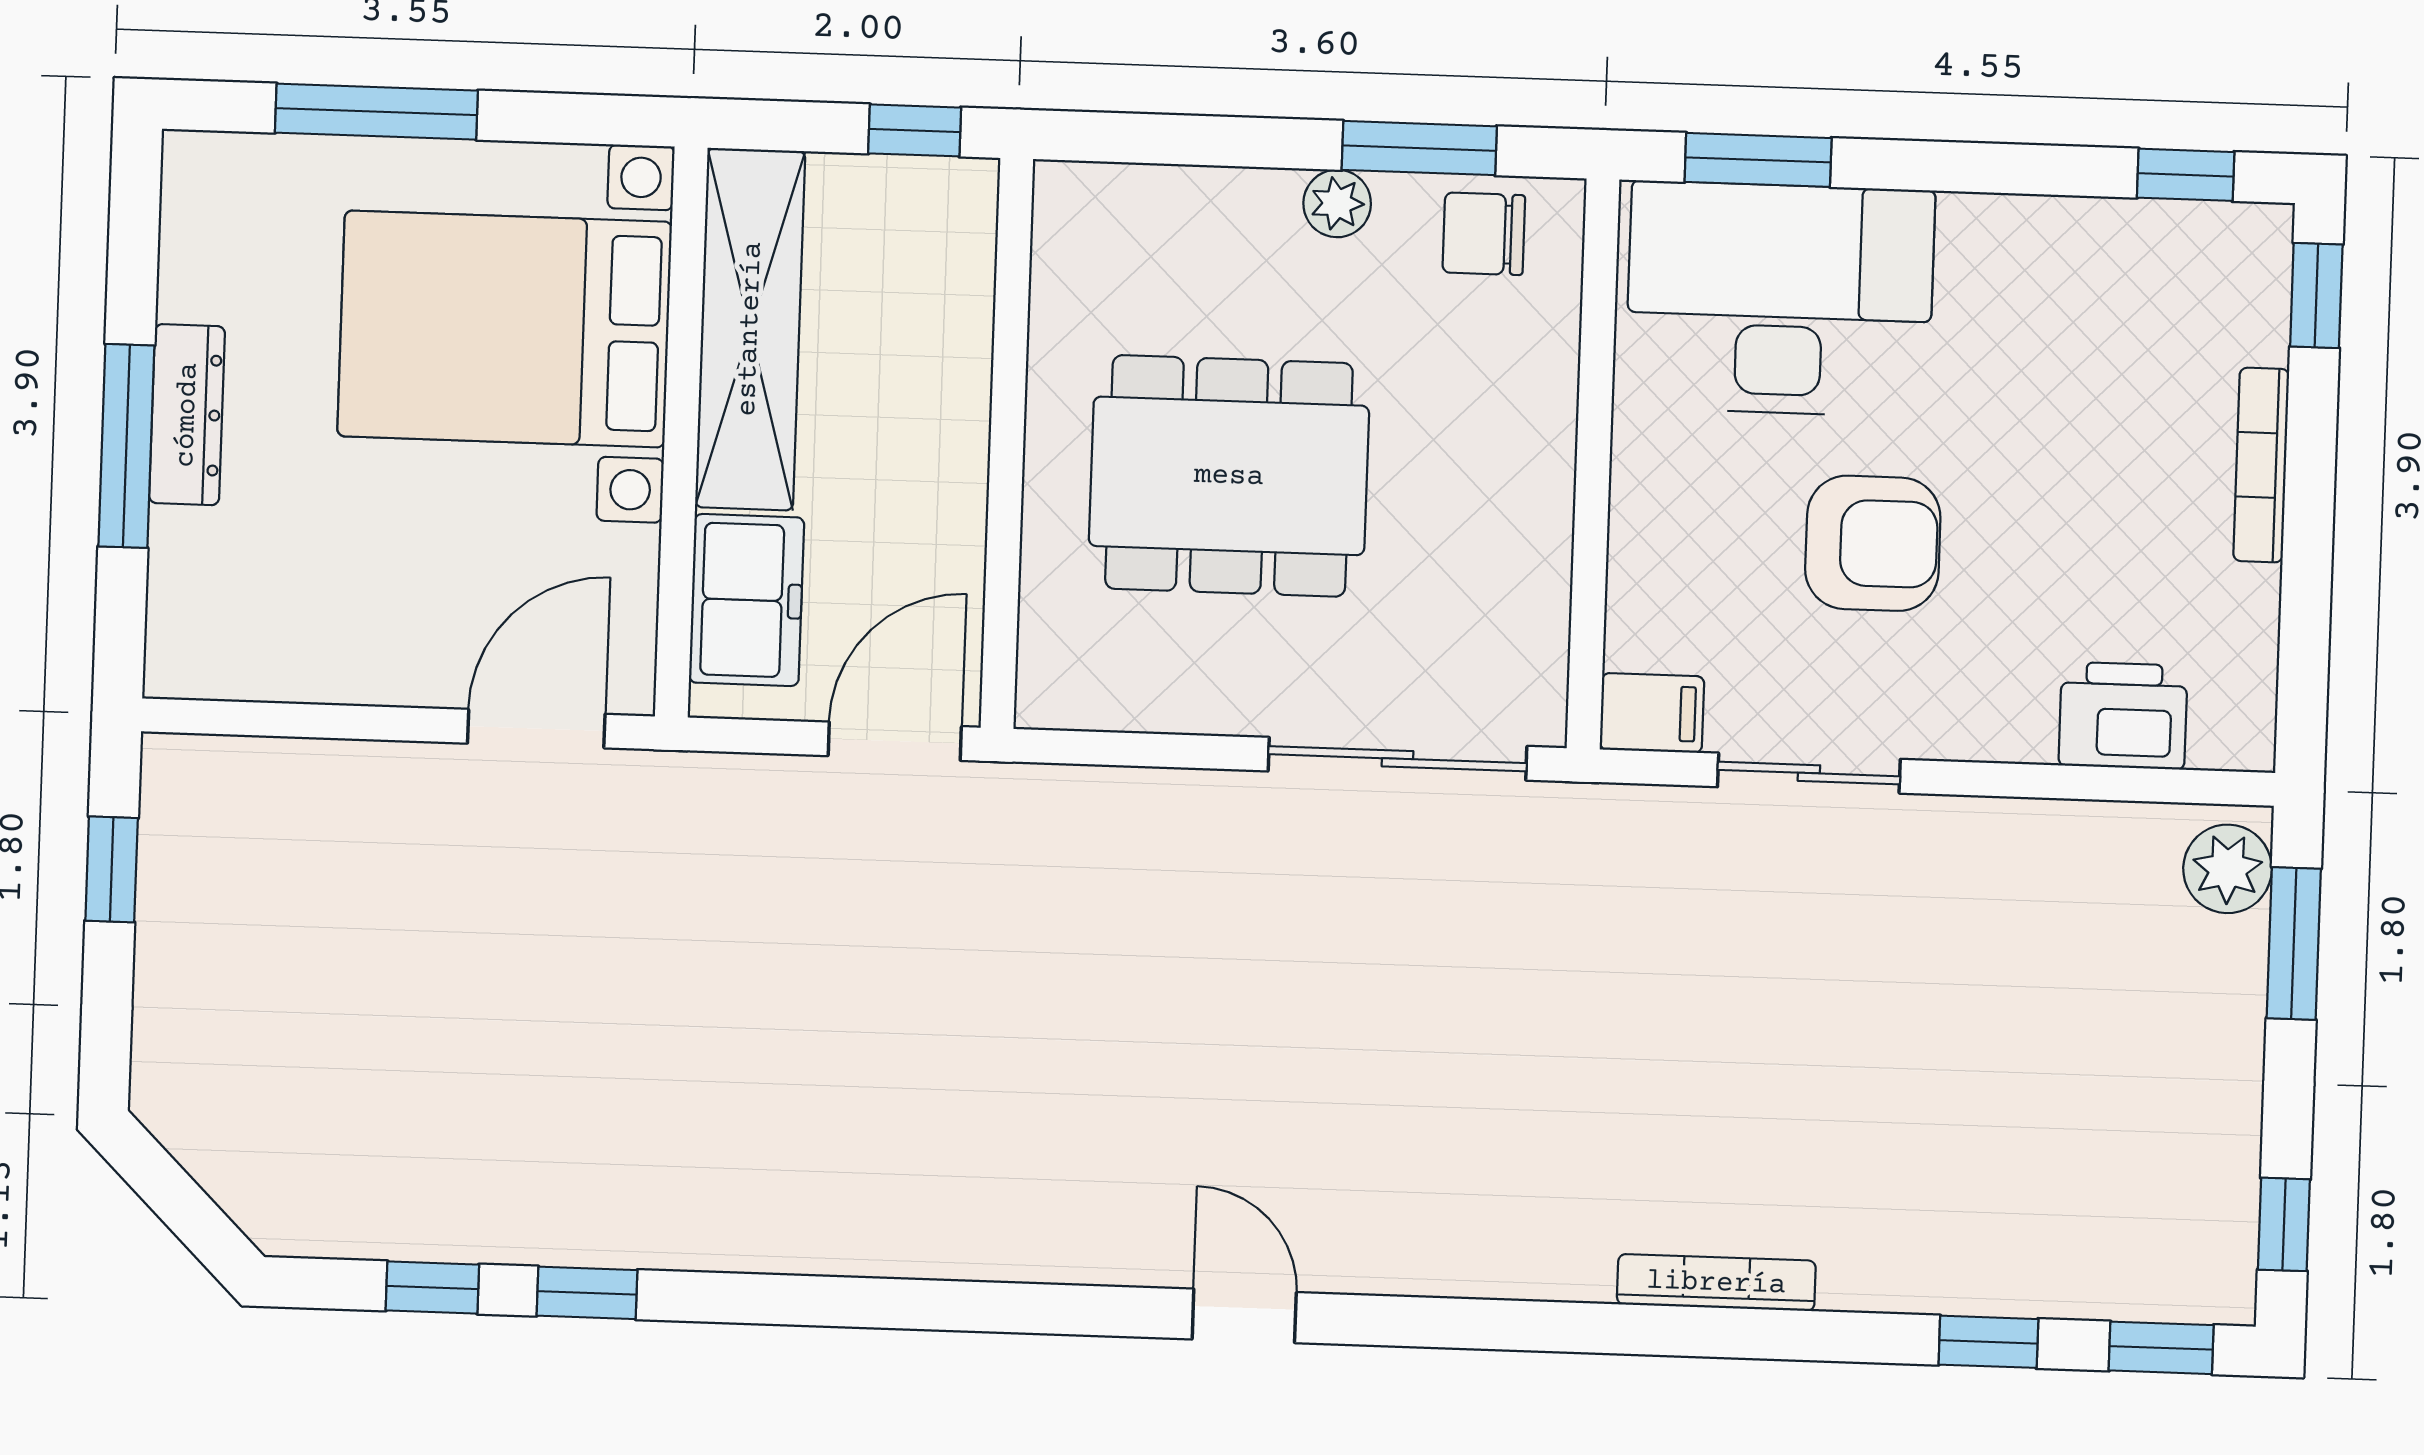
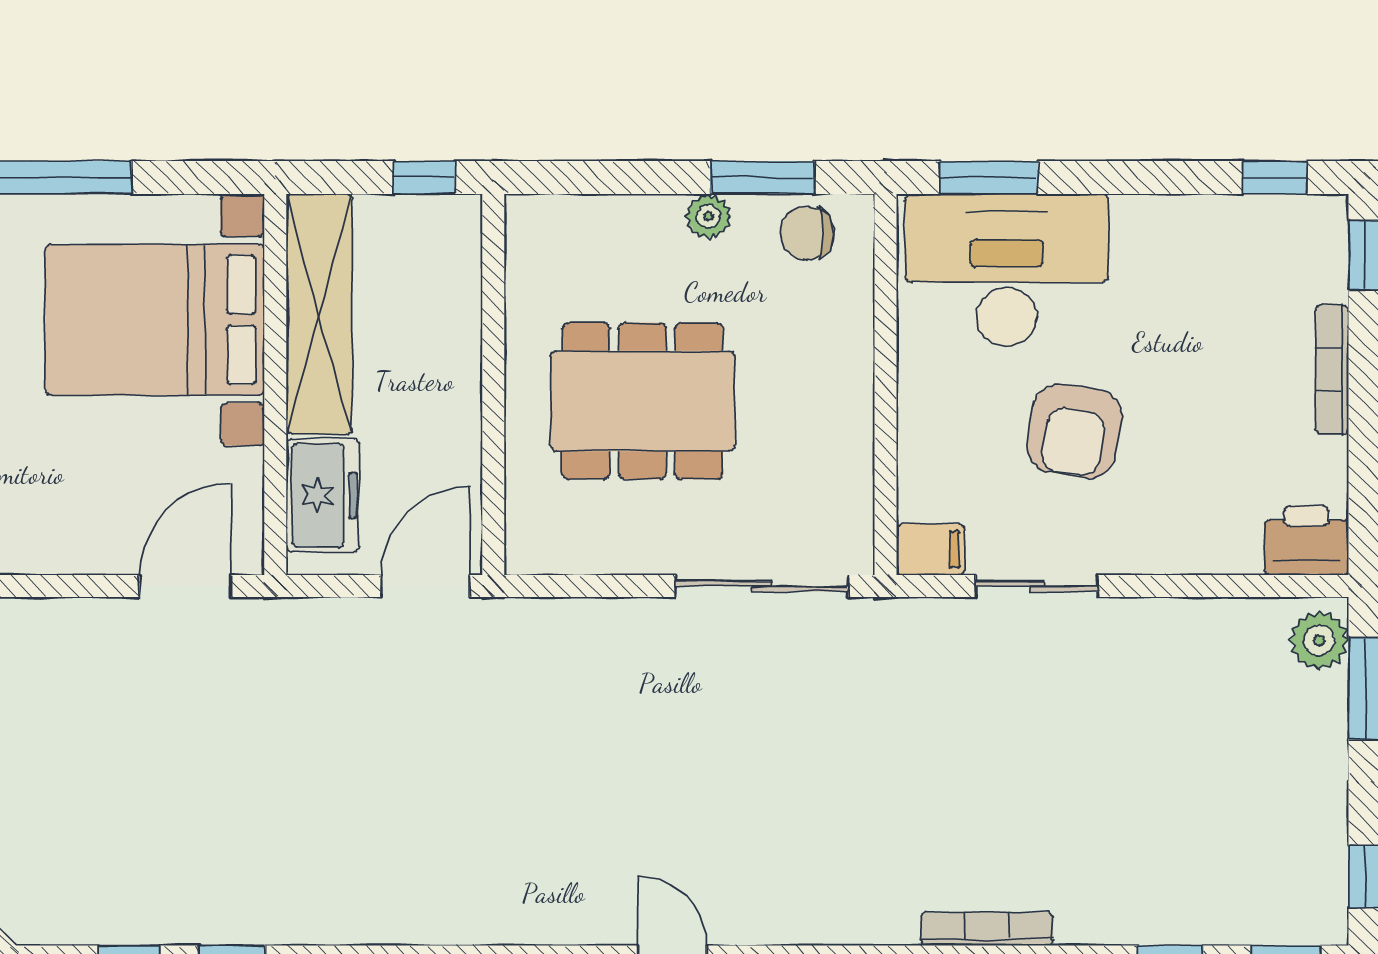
armchair: (1873, 543) -> (1074, 431), turned 99
printer: (2123, 716) -> (1307, 540), moved

